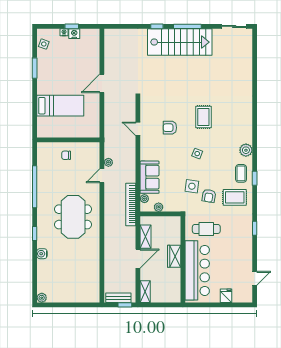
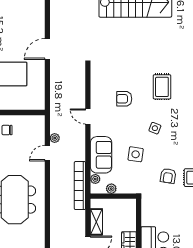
door: (138, 129) -> (88, 117), moved
side table: (192, 186) -> (136, 154), moved
cafe table: (206, 229) -> (165, 213), removed

